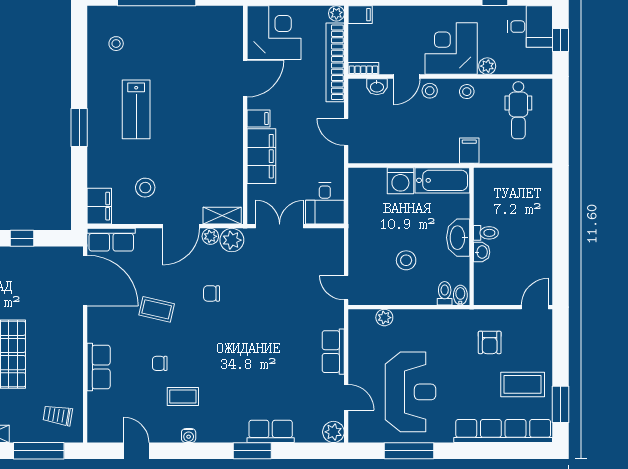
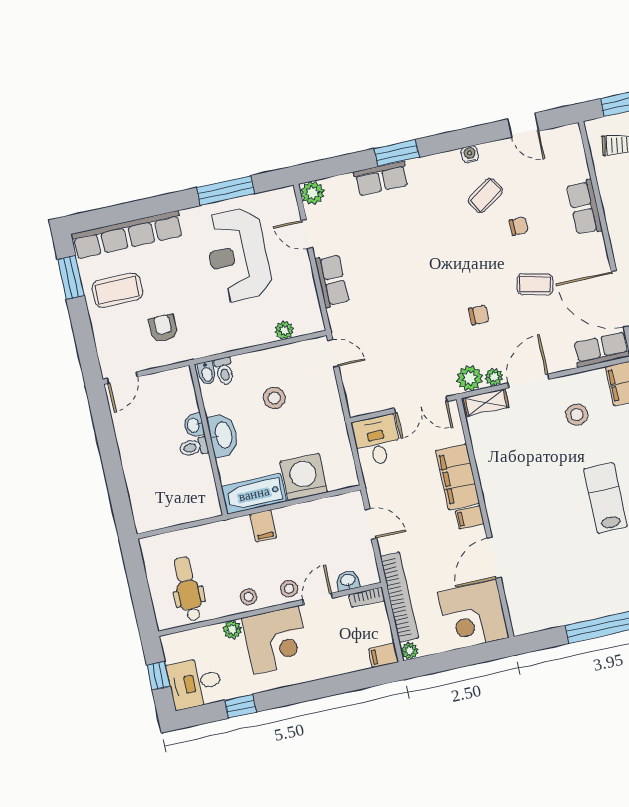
filing cabinet: (469, 151) -> (263, 526), moved
washing machine: (400, 181) -> (304, 477), width x1.37, depth x1.37
coffee table: (183, 396) -> (485, 195), turned -34

